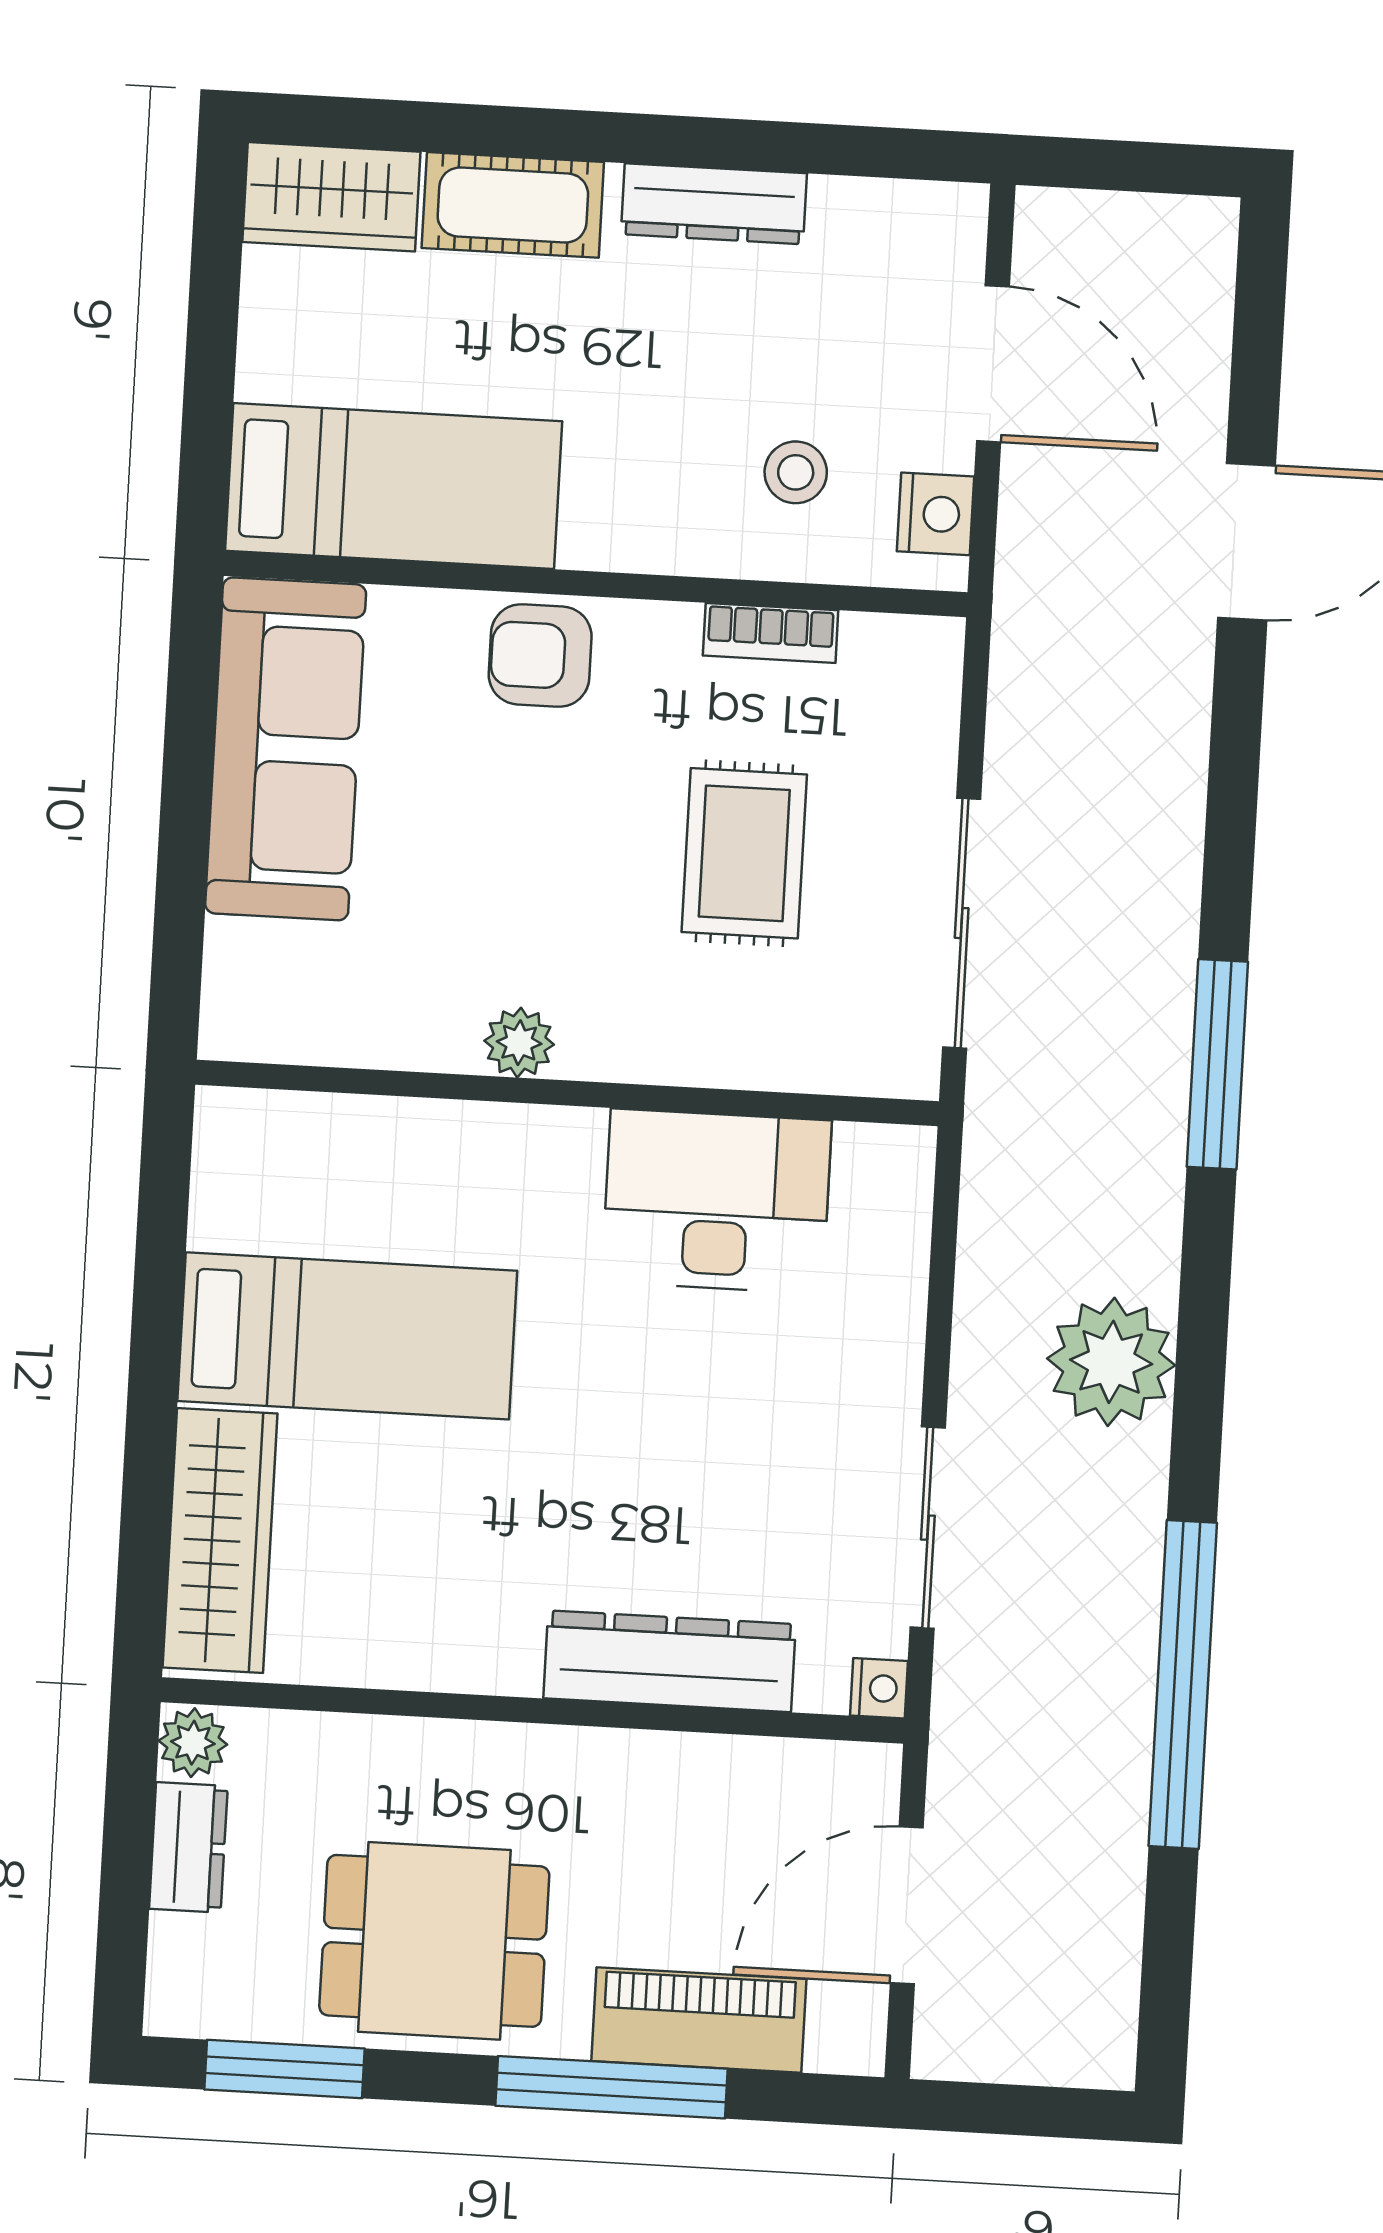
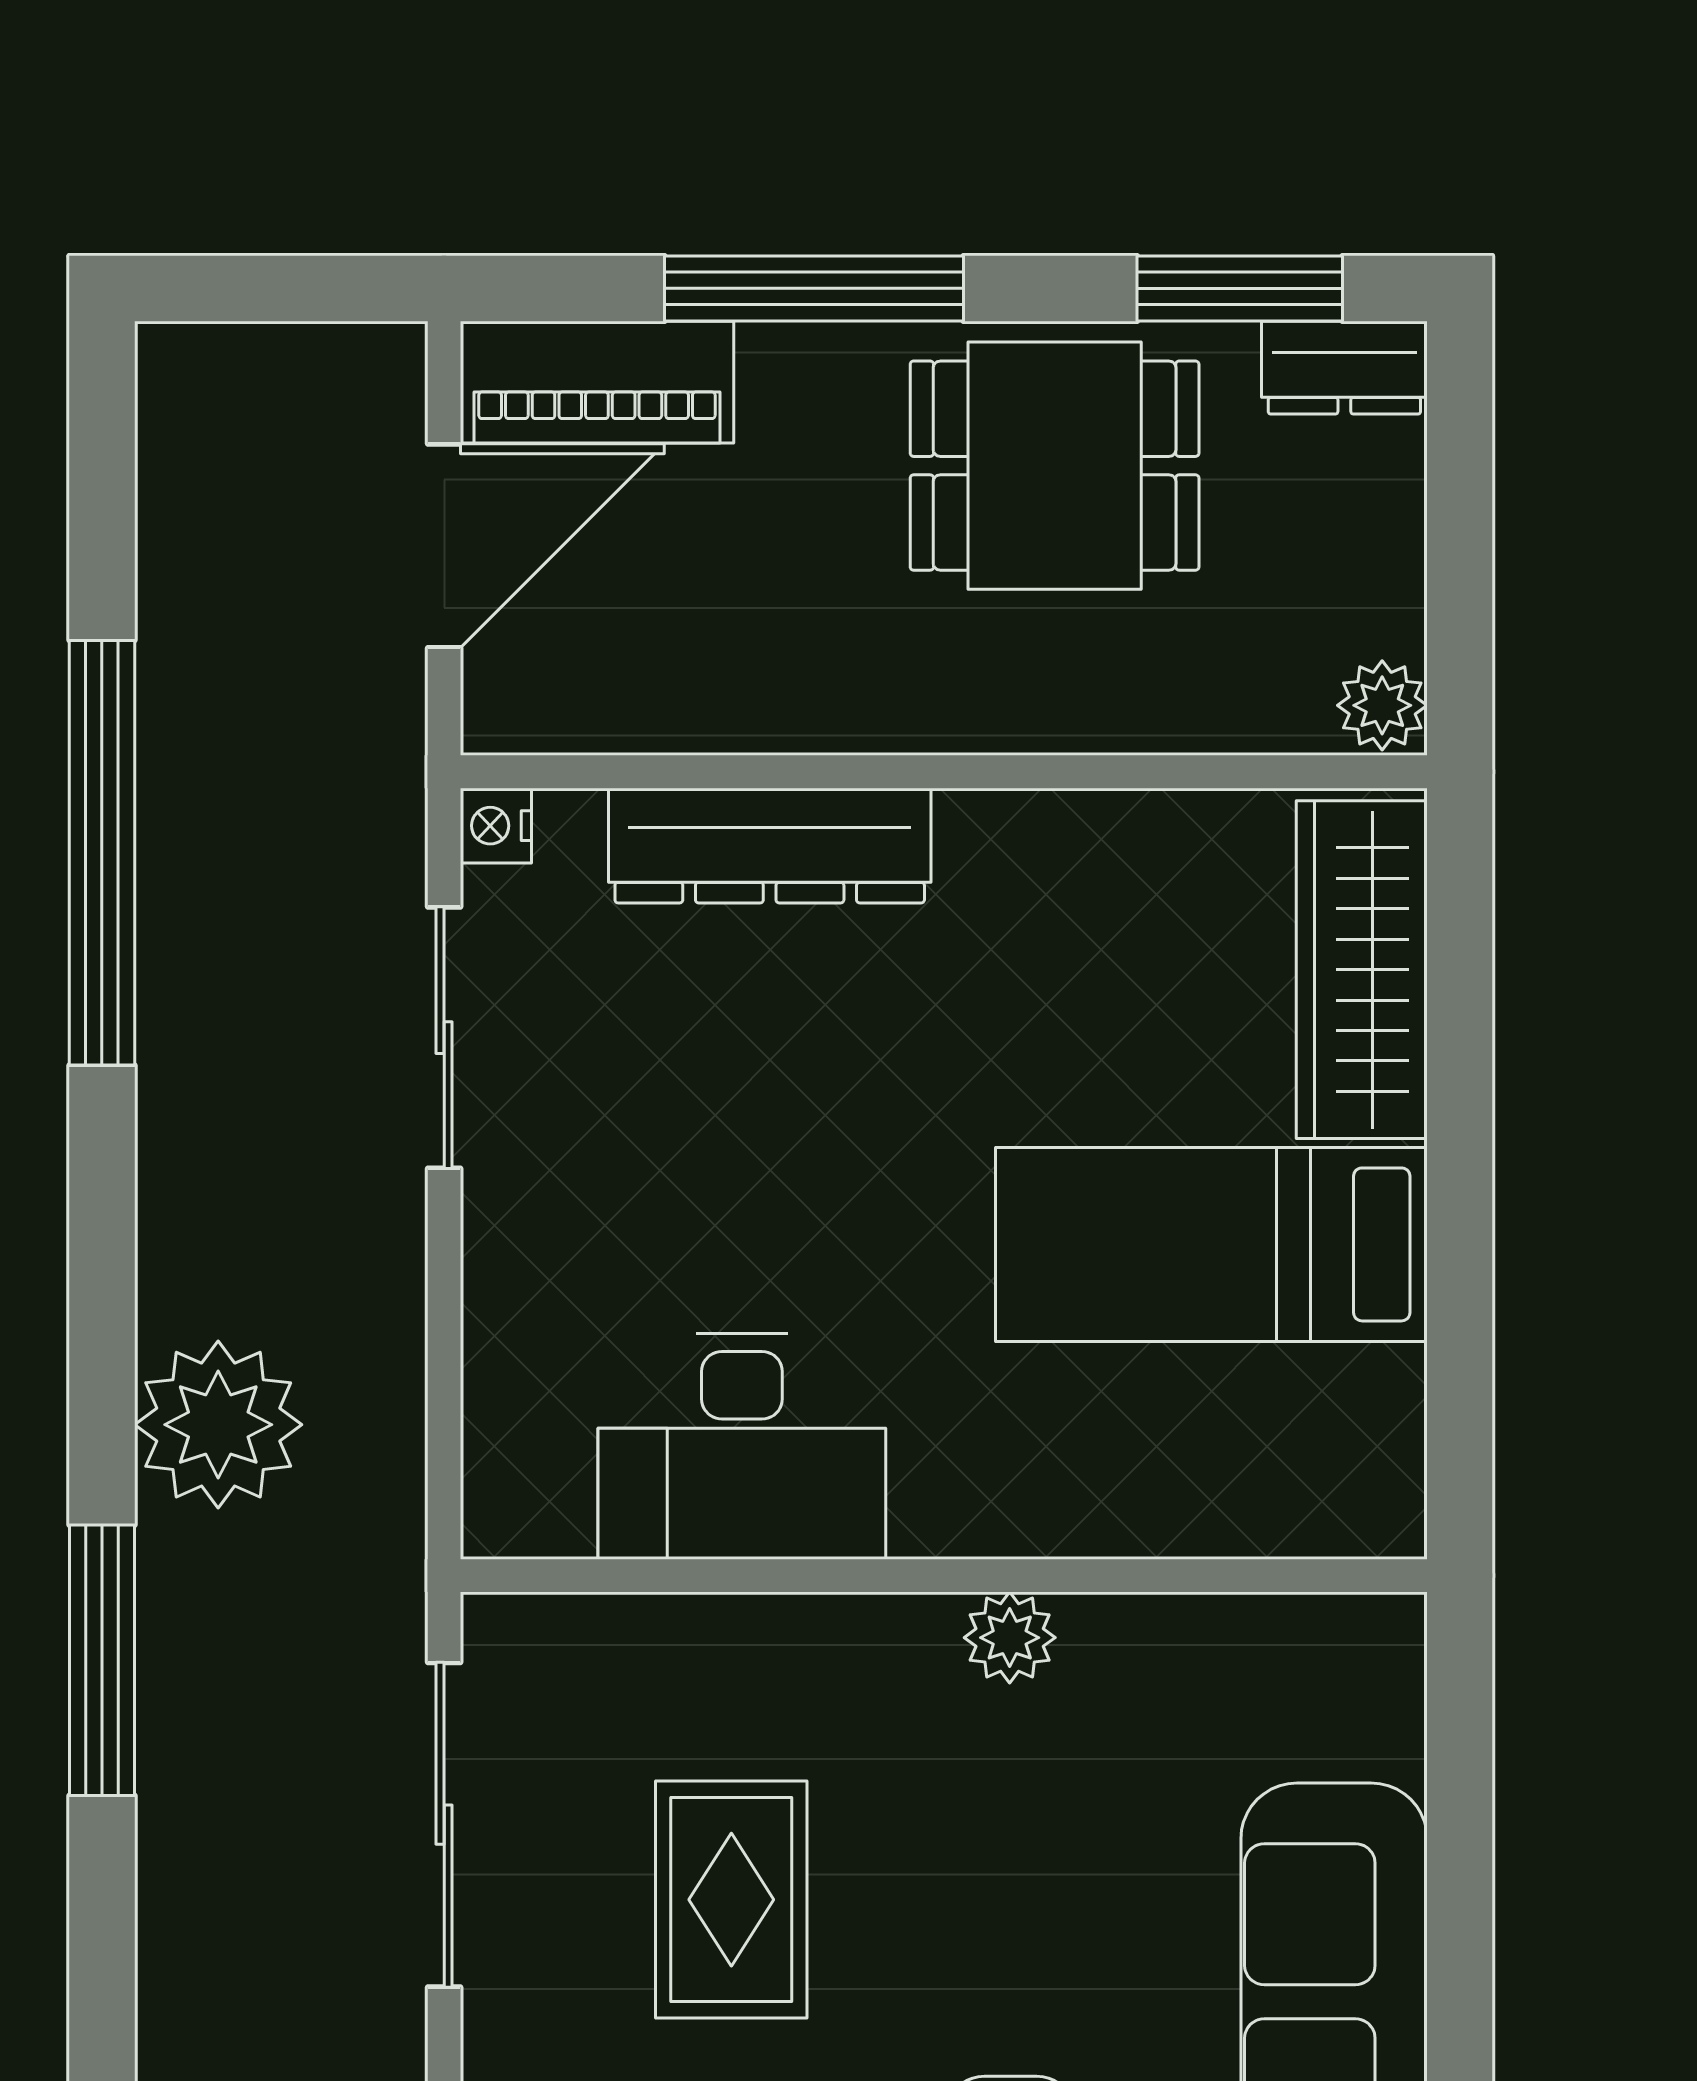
plant: (1111, 1362) -> (218, 1425), moved
dresser: (188, 1847) -> (1344, 368), moved, turned -90
piano: (699, 2020) -> (597, 382), moved

